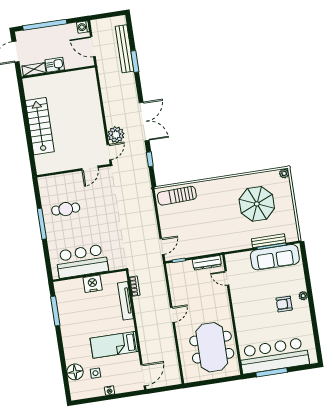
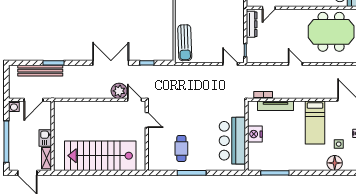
stairs: (40, 126) -> (100, 156), width x1.36, depth x1.51

